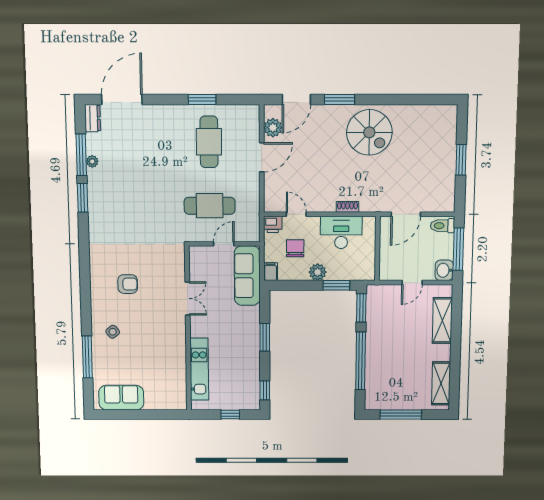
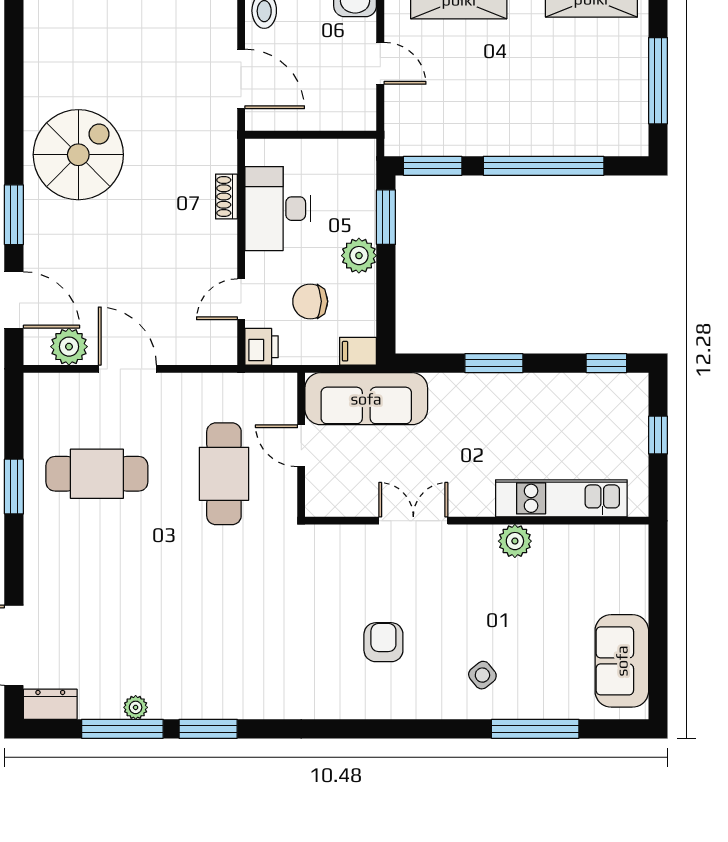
plant: (178, 347) -> (515, 541), added

